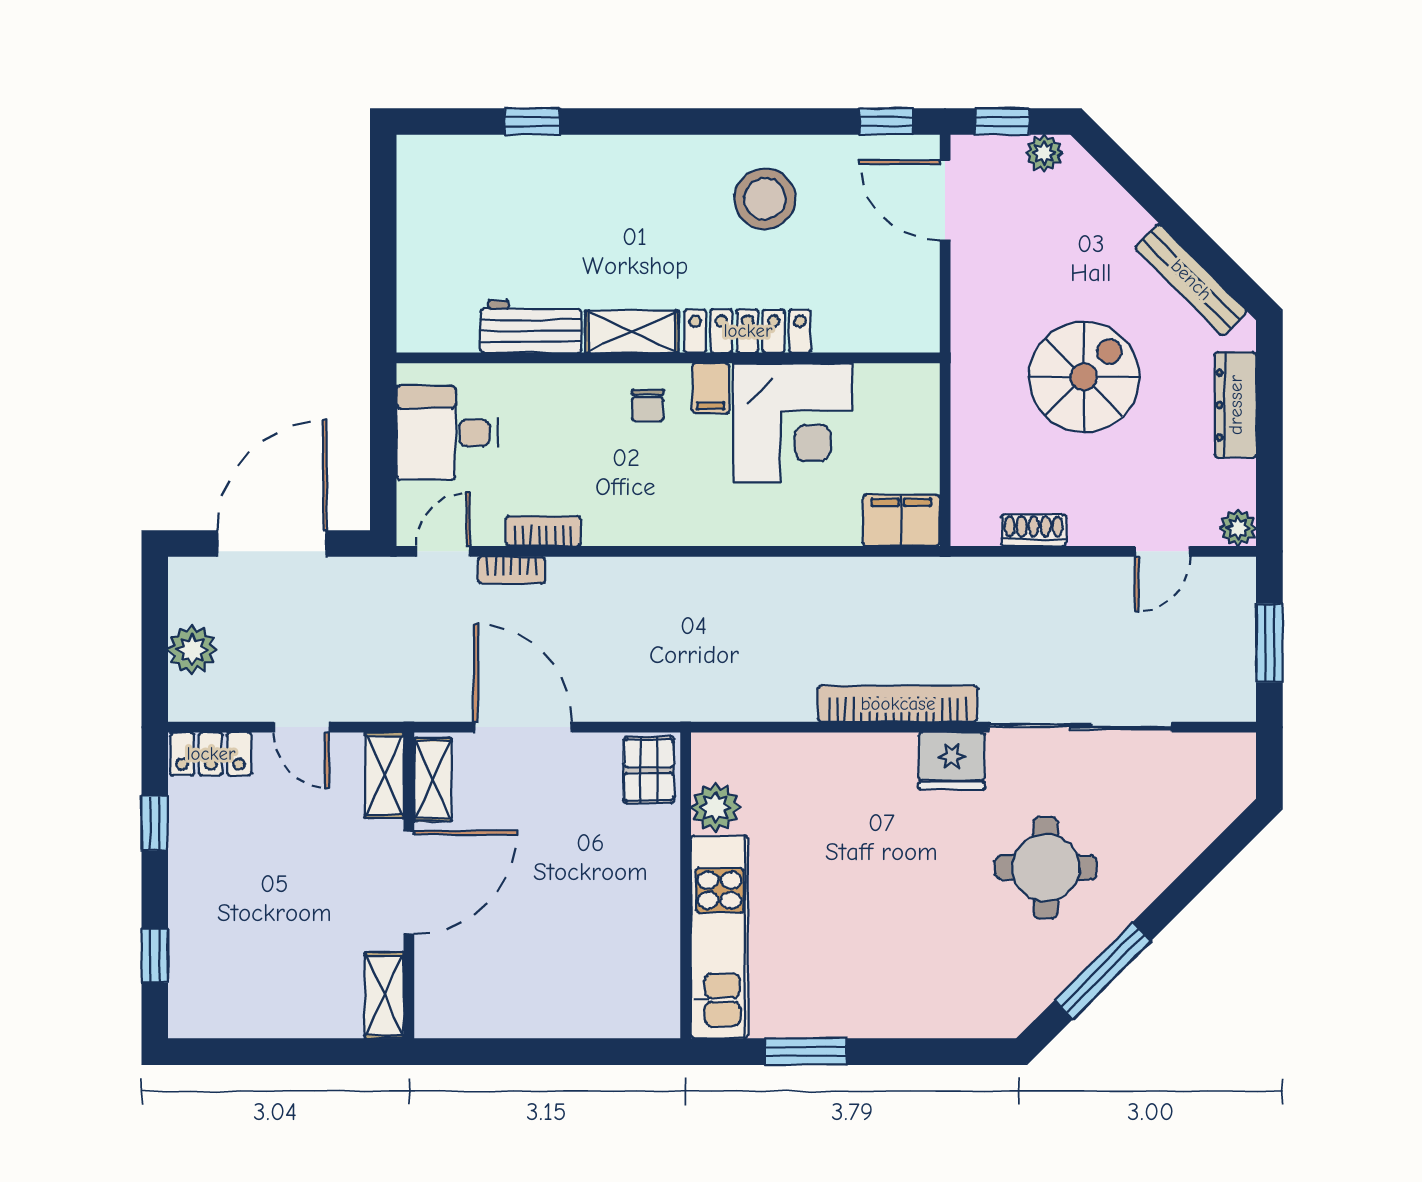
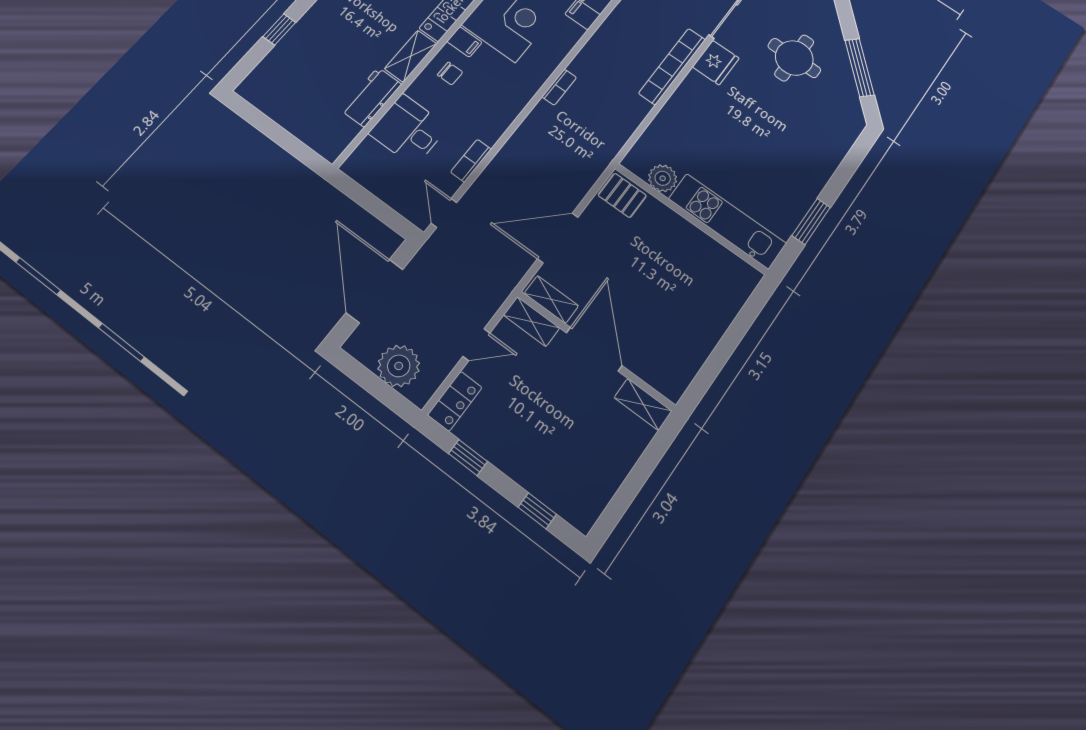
desk: (447, 433) -> (408, 130), moved, turned 90
bookcase: (511, 570) -> (559, 87), moved
plant: (192, 650) -> (399, 366), width x1.36, depth x1.36

